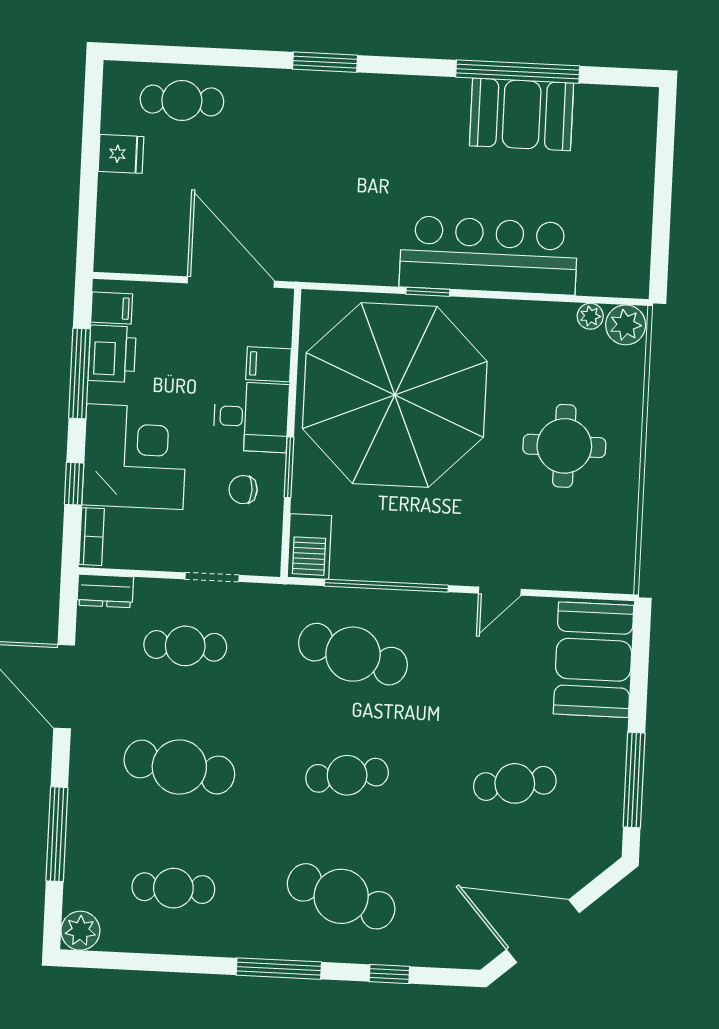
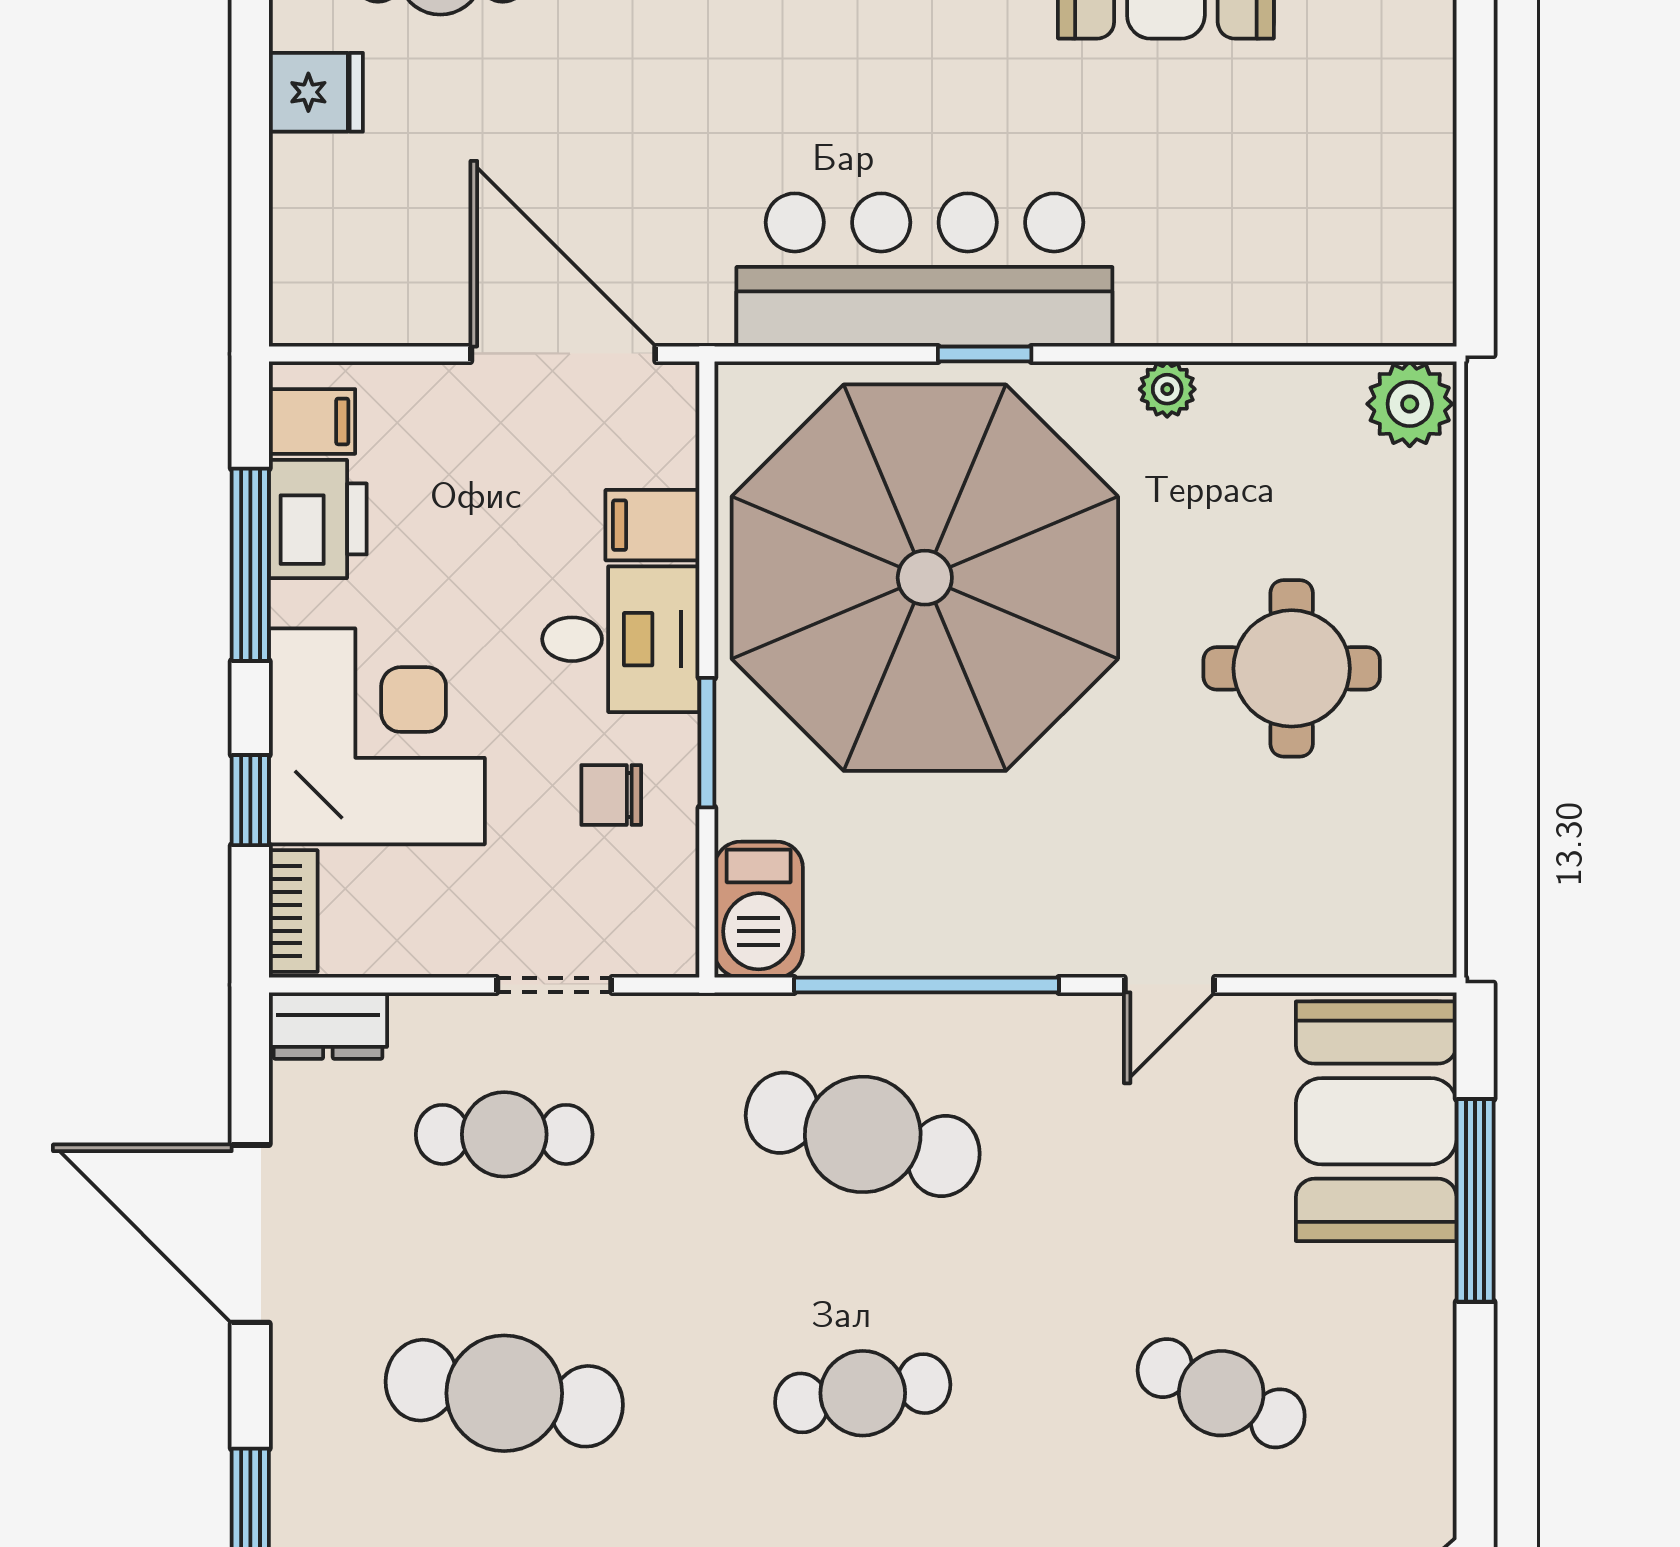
bar counter: (489, 255) -> (924, 270), moved
plant: (590, 316) -> (1167, 389), moved
window: (634, 780) -> (1475, 1200), moved
cafe table: (515, 783) -> (1221, 1393), turned 33

